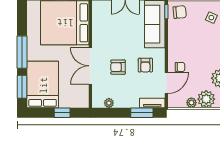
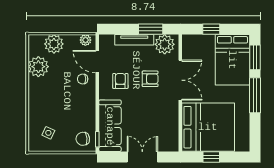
door: (166, 83) -> (97, 62), hinge flipped
plant: (109, 103) -> (165, 44), width x1.87, depth x1.87
tv unit: (152, 103) -> (134, 40), moved, width x1.41
plant: (191, 103) -> (85, 40), moved
window: (142, 113) -> (151, 29), moved

